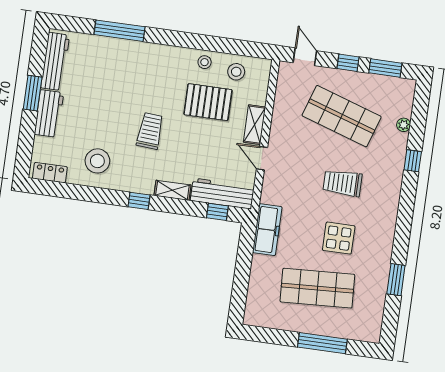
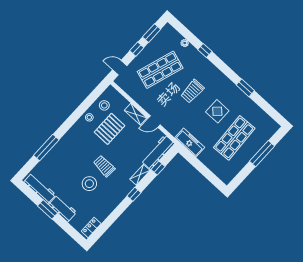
stool: (97, 161) -> (89, 184), moved
window: (217, 212) -> (158, 168), moved
window: (396, 280) -> (245, 88), moved

